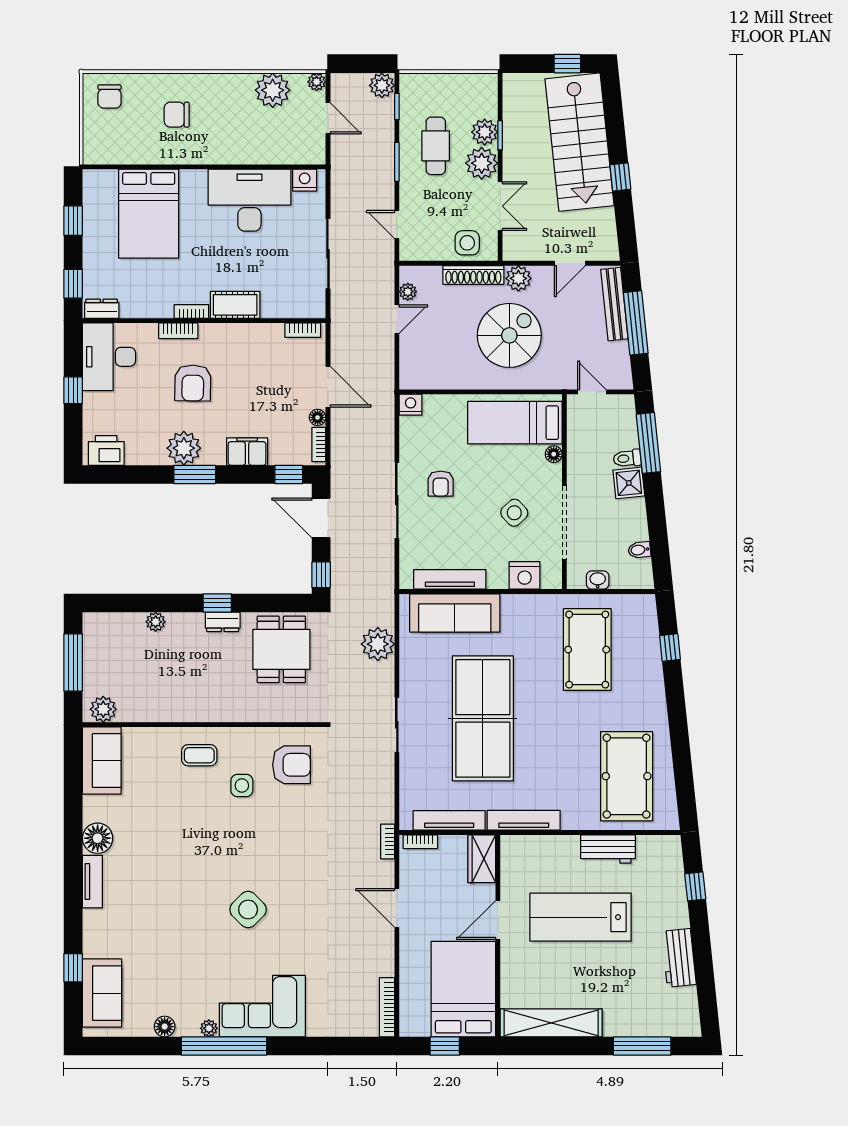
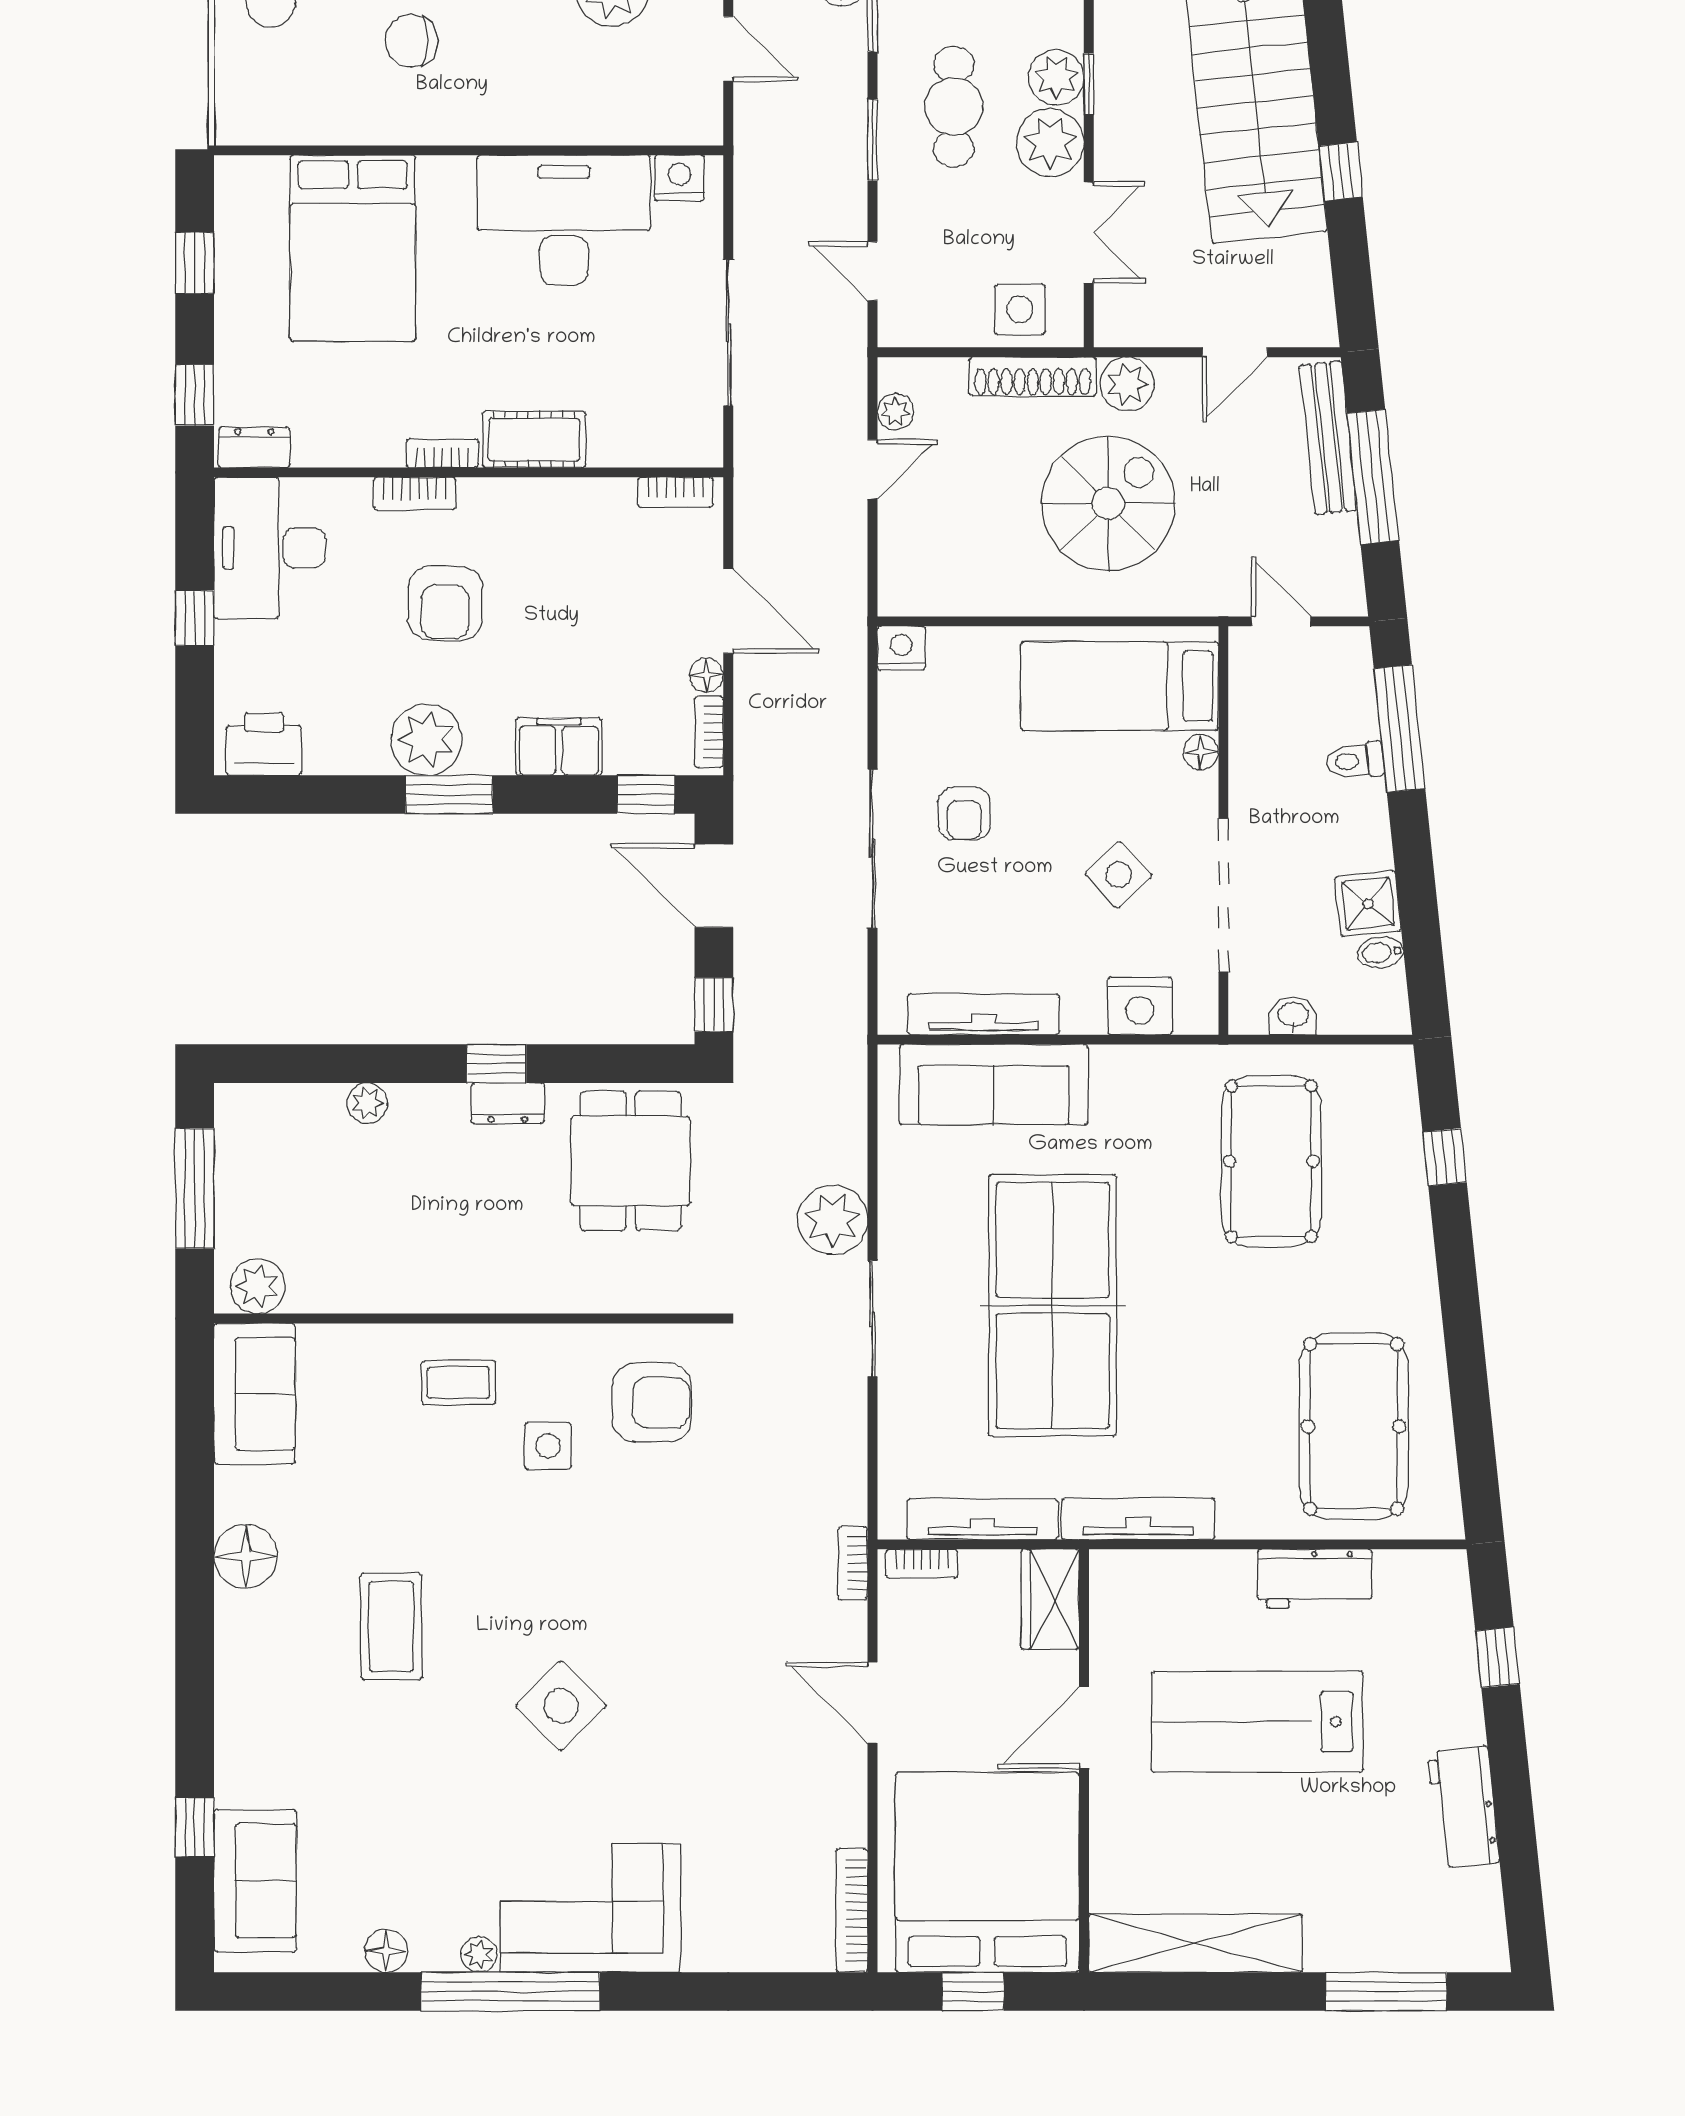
shower: (629, 483) -> (1368, 904), moved
plant: (378, 644) -> (833, 1220), moved
coffee table: (167, 872) -> (391, 1627), added
tv unit: (92, 882) -> (235, 1647), removed
bed: (463, 989) -> (987, 1872), width x1.36

